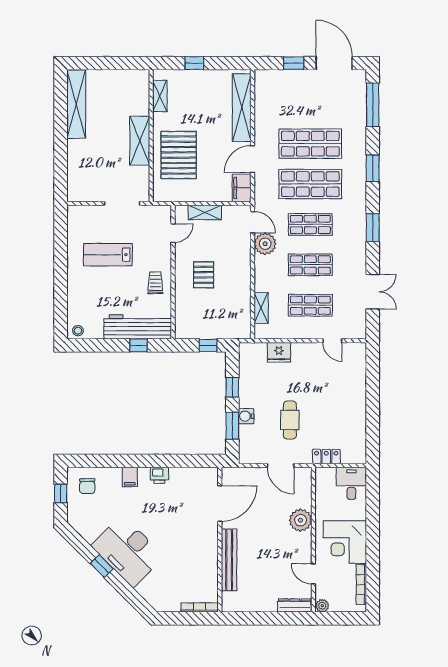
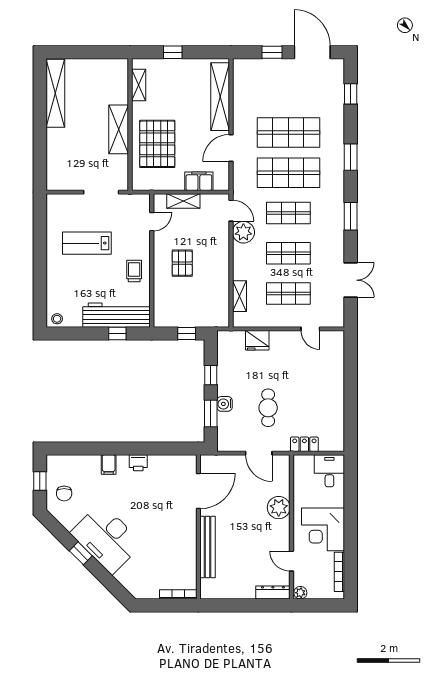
window: (373, 105) -> (351, 94), width x0.46
filing cabinet: (242, 188) -> (199, 181), moved, turned 90
chair: (87, 486) -> (64, 494), moved

